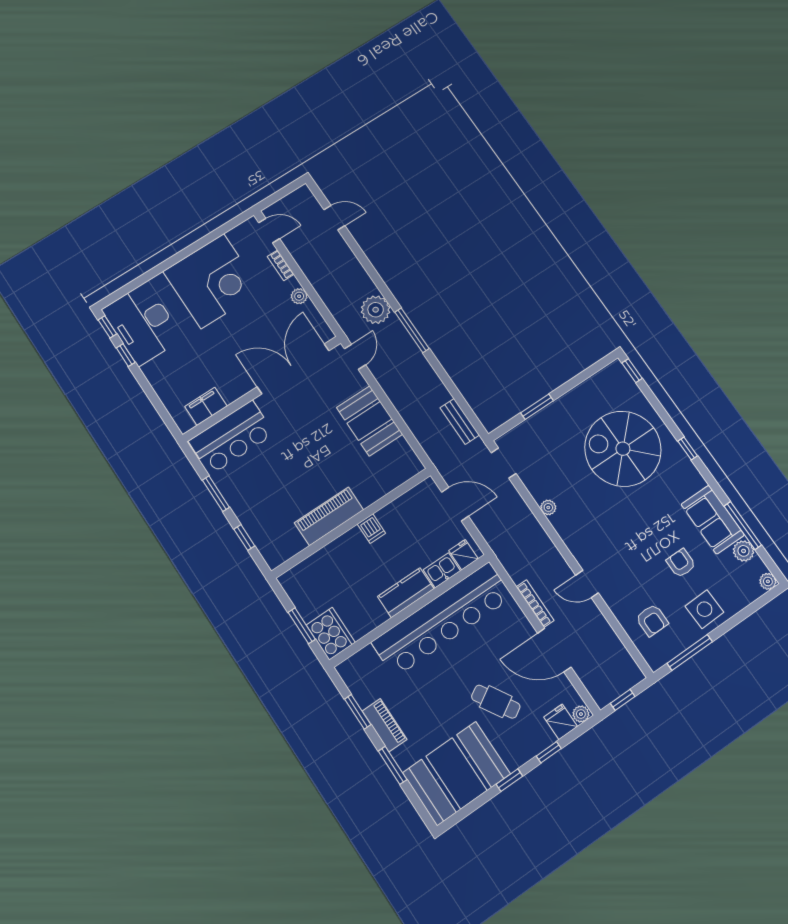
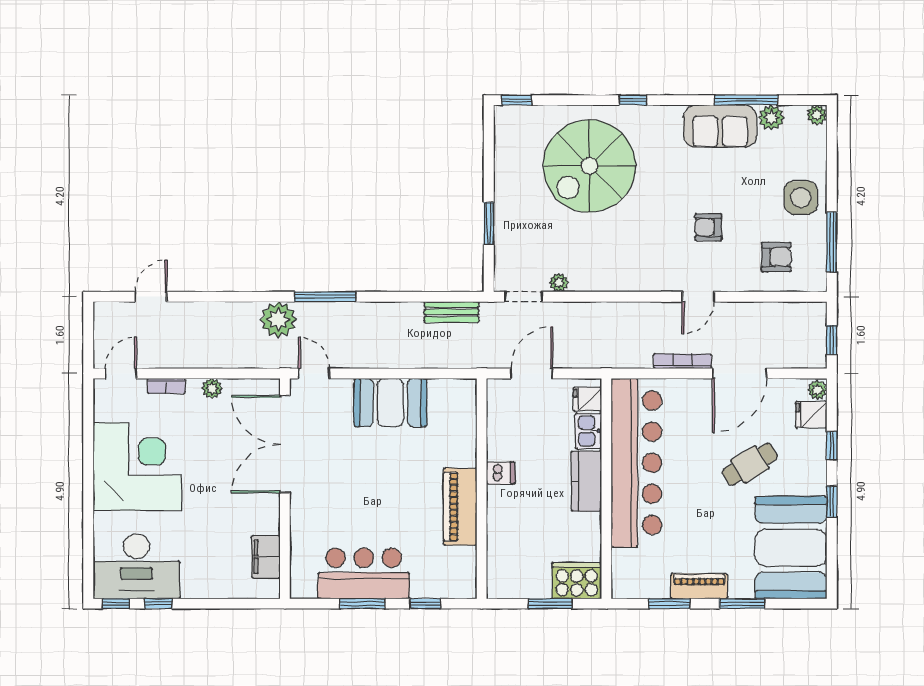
bar counter: (231, 437) -> (364, 574), moved, turned -90
plant: (548, 507) -> (559, 283), moved
armchair: (681, 563) -> (708, 227), moved

